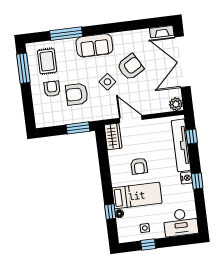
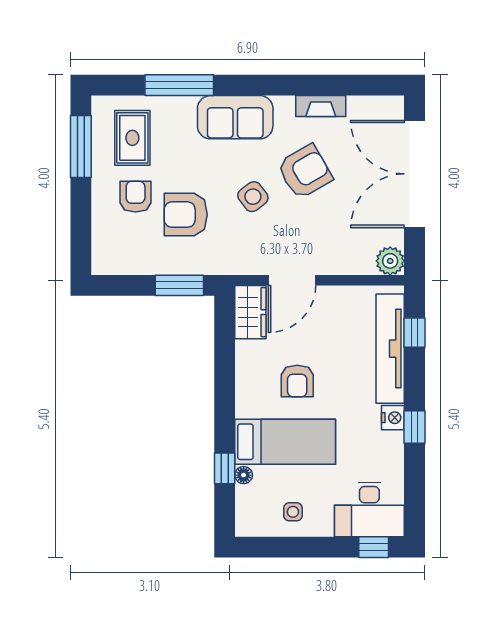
fireplace: (162, 32) -> (321, 106), moved
door: (131, 119) -> (292, 280), swing flipped
window: (148, 245) -> (374, 547), moved

